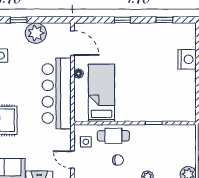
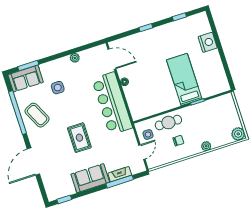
window: (19, 20) -> (63, 54), removed
plant: (36, 33) -> (75, 58), width x0.53, depth x0.53
bed: (101, 93) -> (184, 80), moved
door: (72, 160) -> (142, 152), swing flipped

